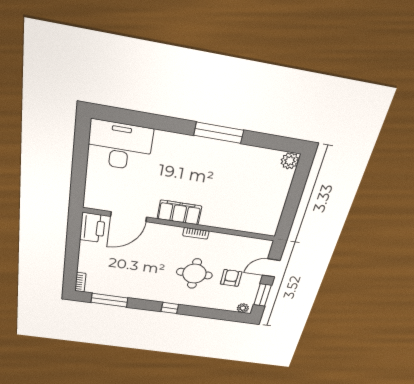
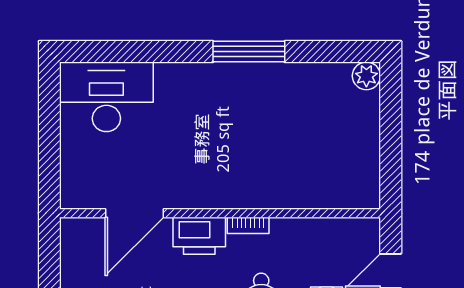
filing cabinet: (179, 212) -> (214, 192), removed
printer: (92, 228) -> (199, 236), moved, turned 90

